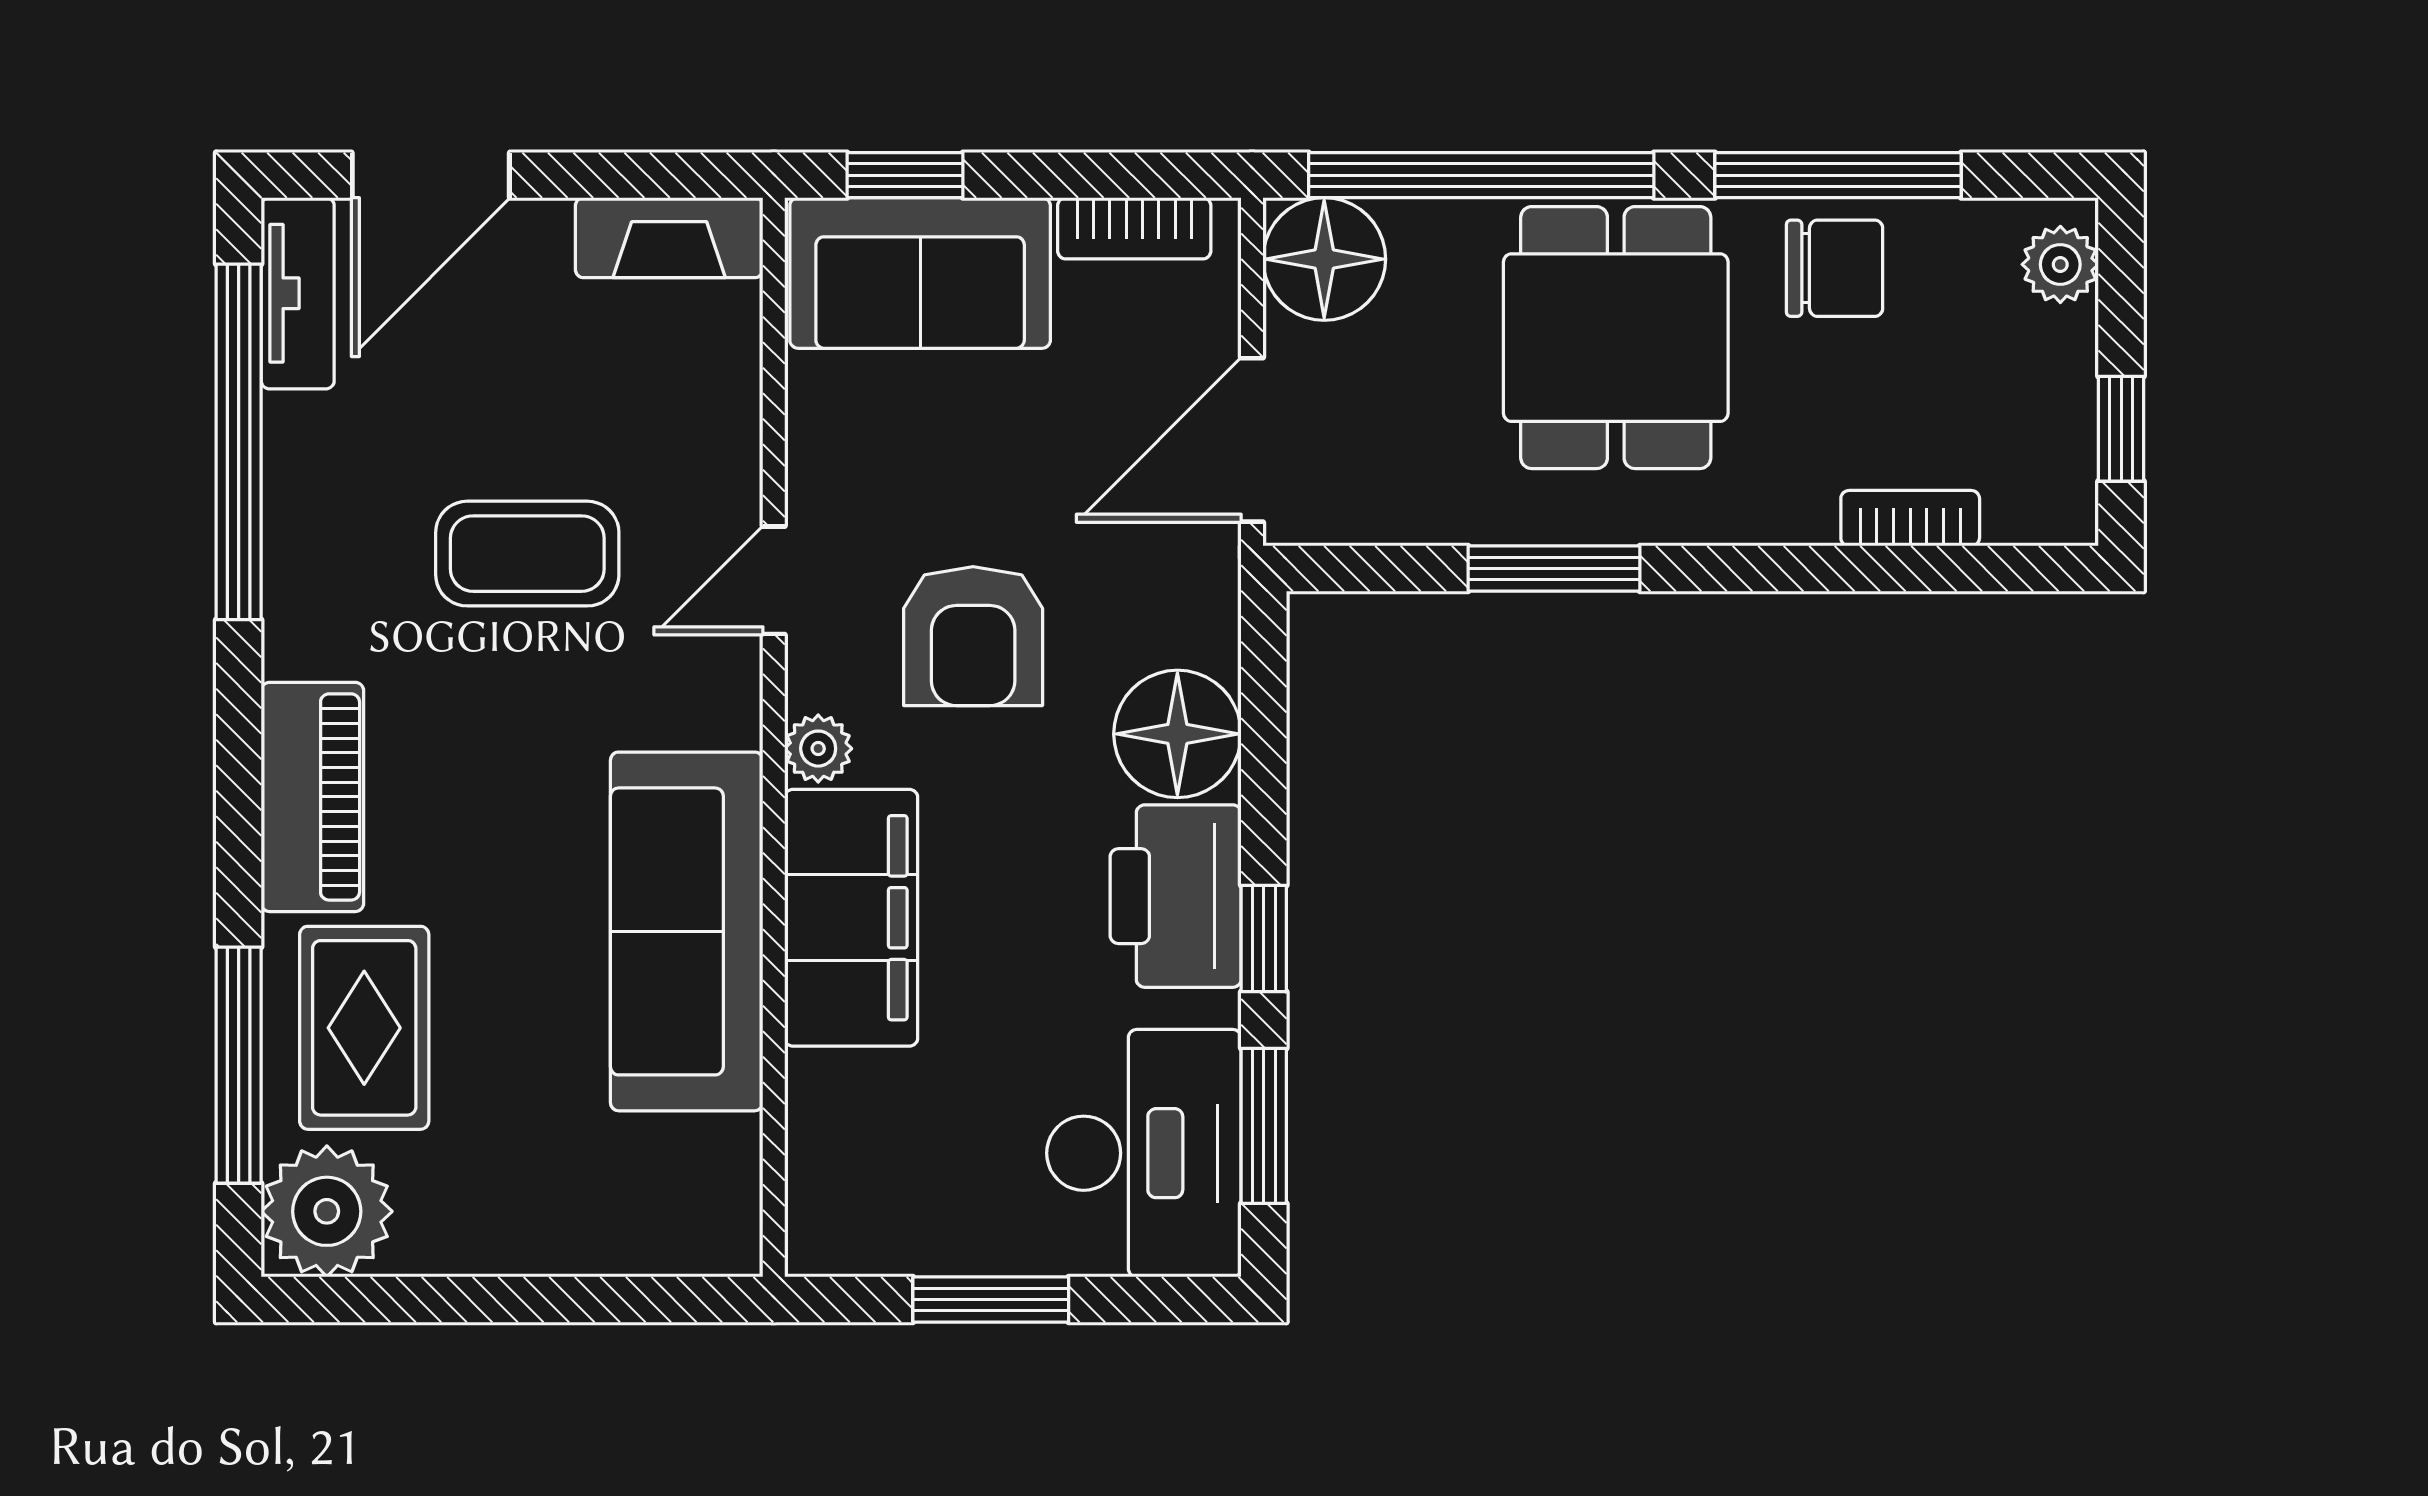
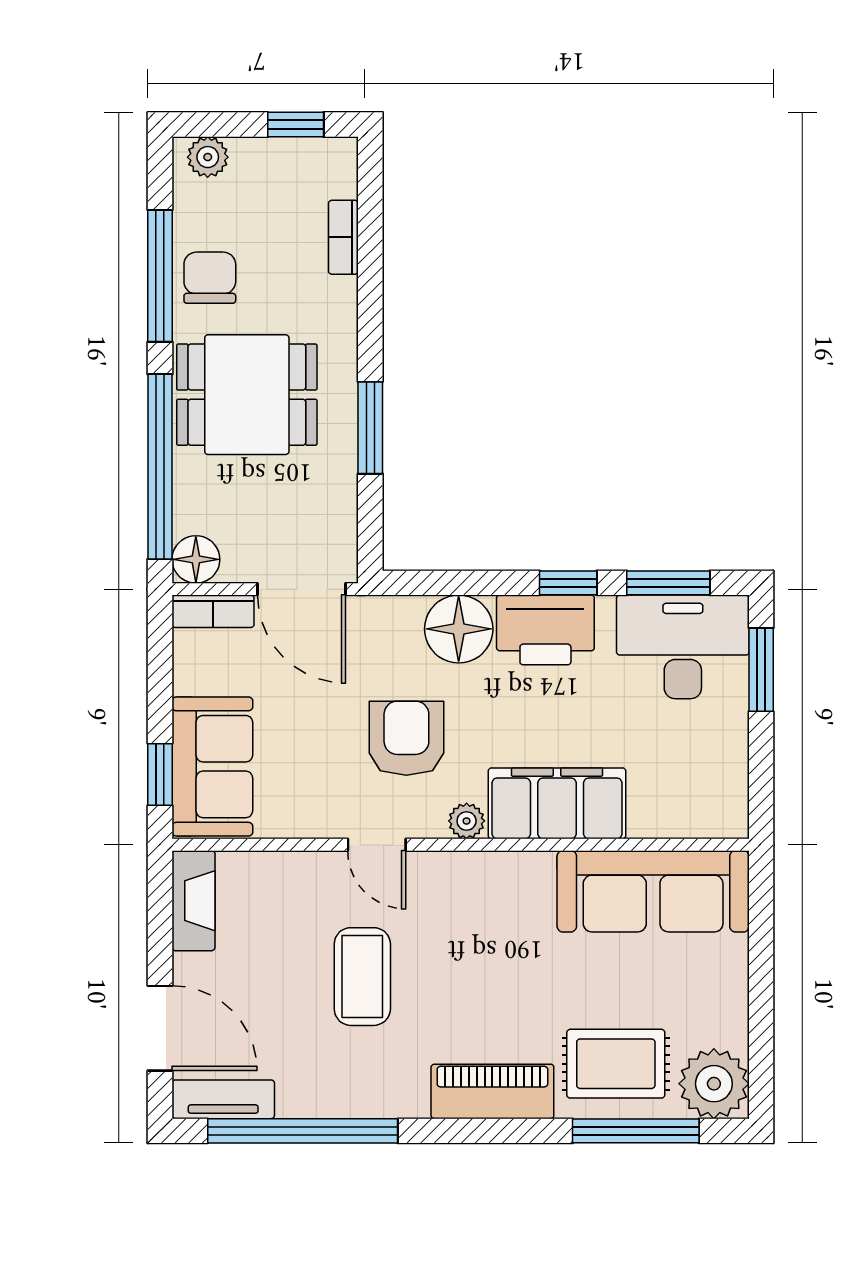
bookcase: (1134, 228) -> (213, 611), moved, turned 90
floor lamp: (1324, 259) -> (196, 559), width x0.73, depth x0.73
armchair: (973, 636) -> (406, 738), turned -90
sofa: (687, 931) -> (653, 891), moved
window: (991, 1299) -> (761, 670), moved

